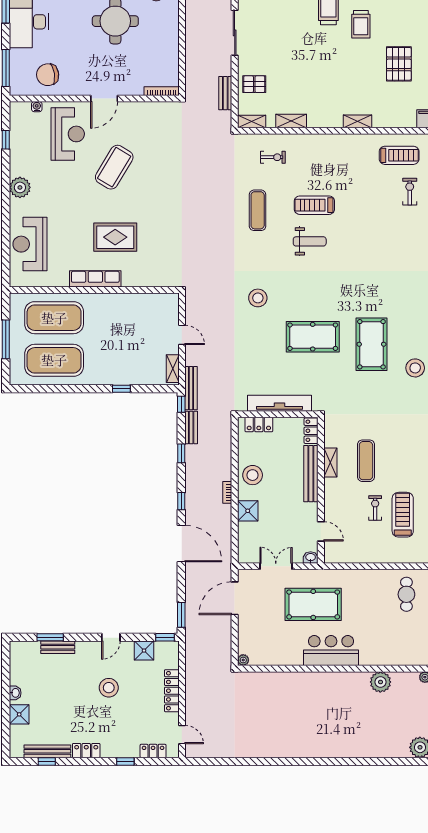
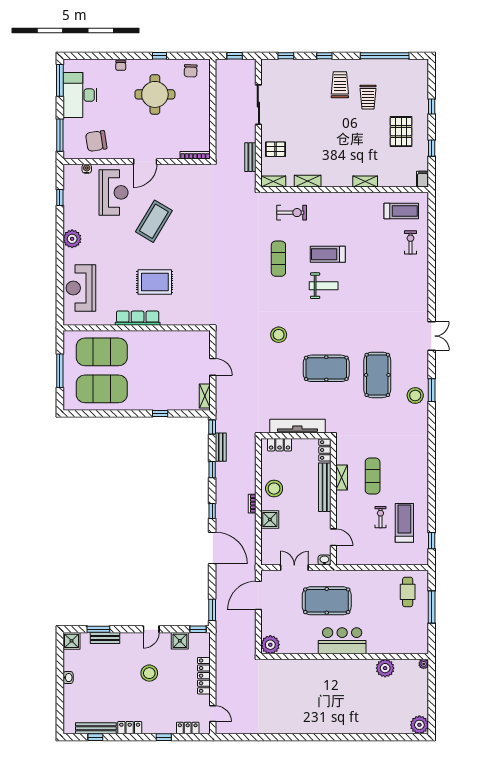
exercise bike: (273, 157) -> (292, 213), width x1.38, depth x1.39
bench: (191, 388) -> (221, 413), removed
plant: (243, 660) -> (270, 645), width x1.88, depth x1.88
shower: (19, 714) -> (72, 641), moved

